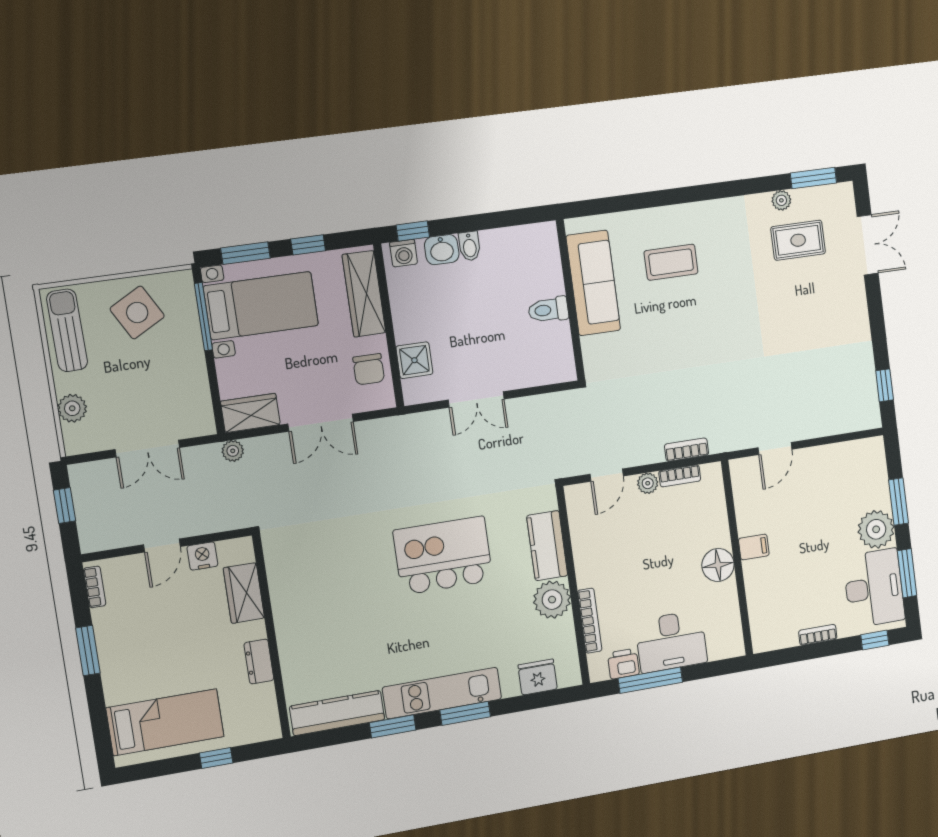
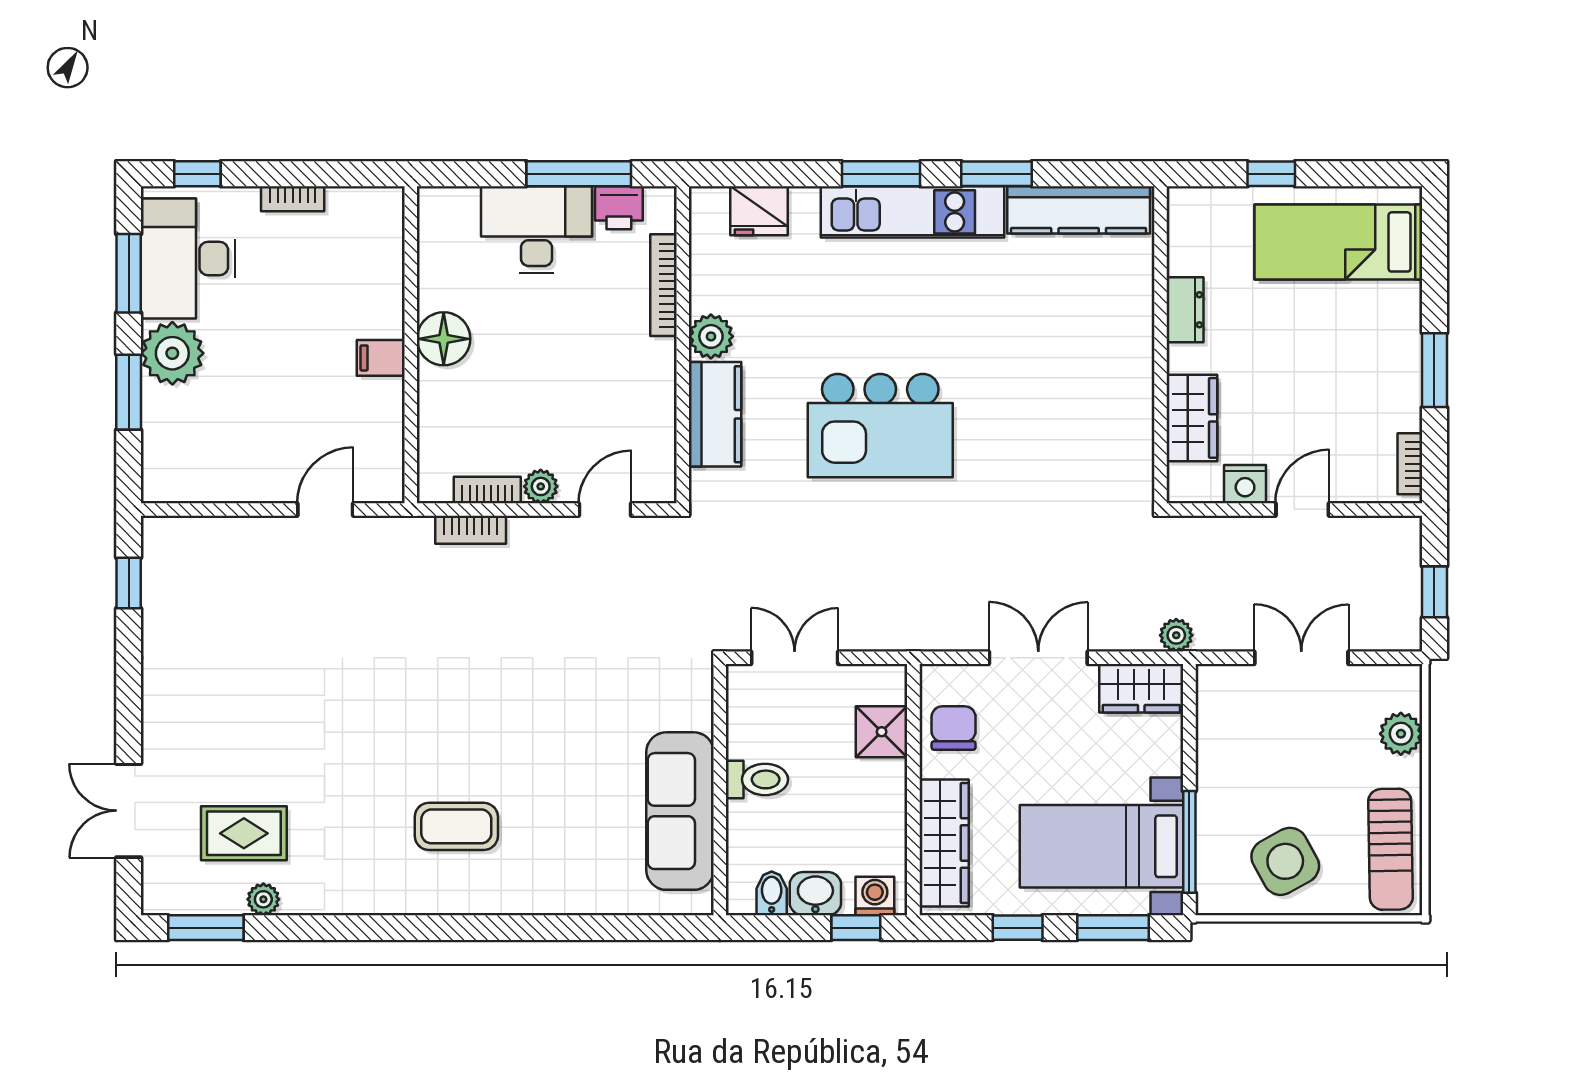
sofa: (593, 283) -> (680, 811), moved
wall: (571, 300) -> (720, 790), moved
toilet: (548, 310) -> (757, 779), moved
plant: (552, 600) -> (711, 336), width x0.73, depth x0.73

